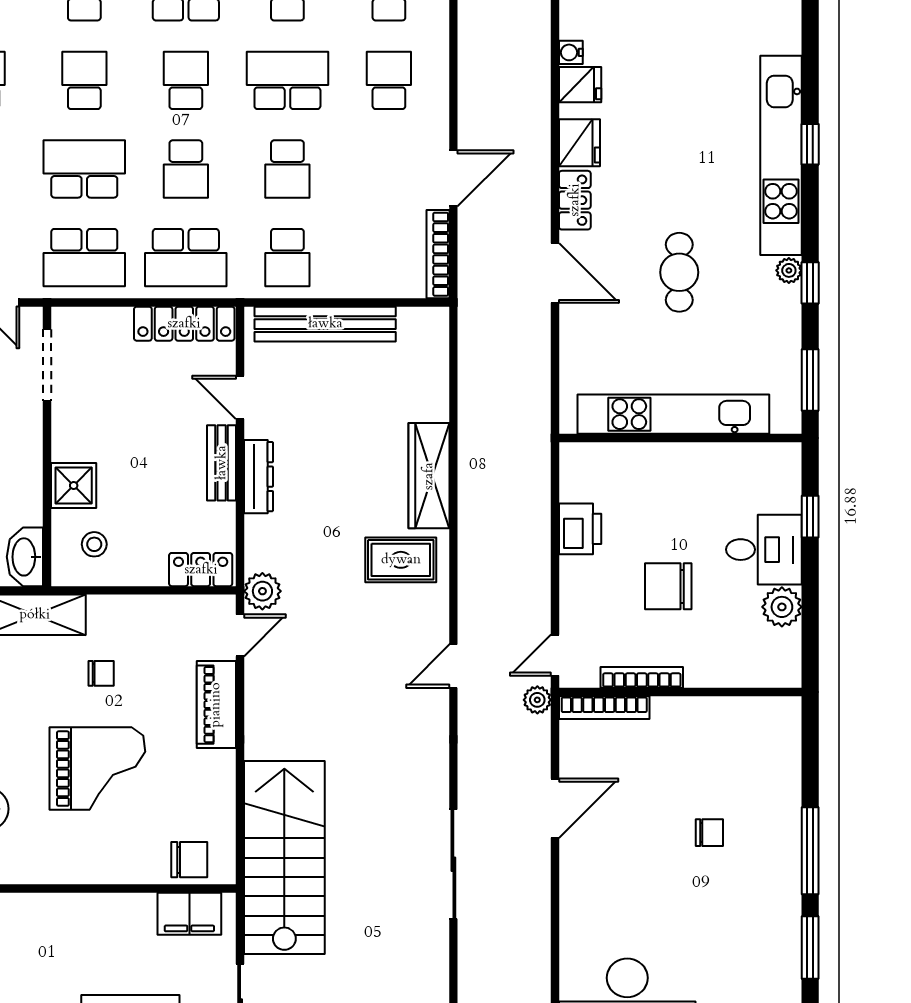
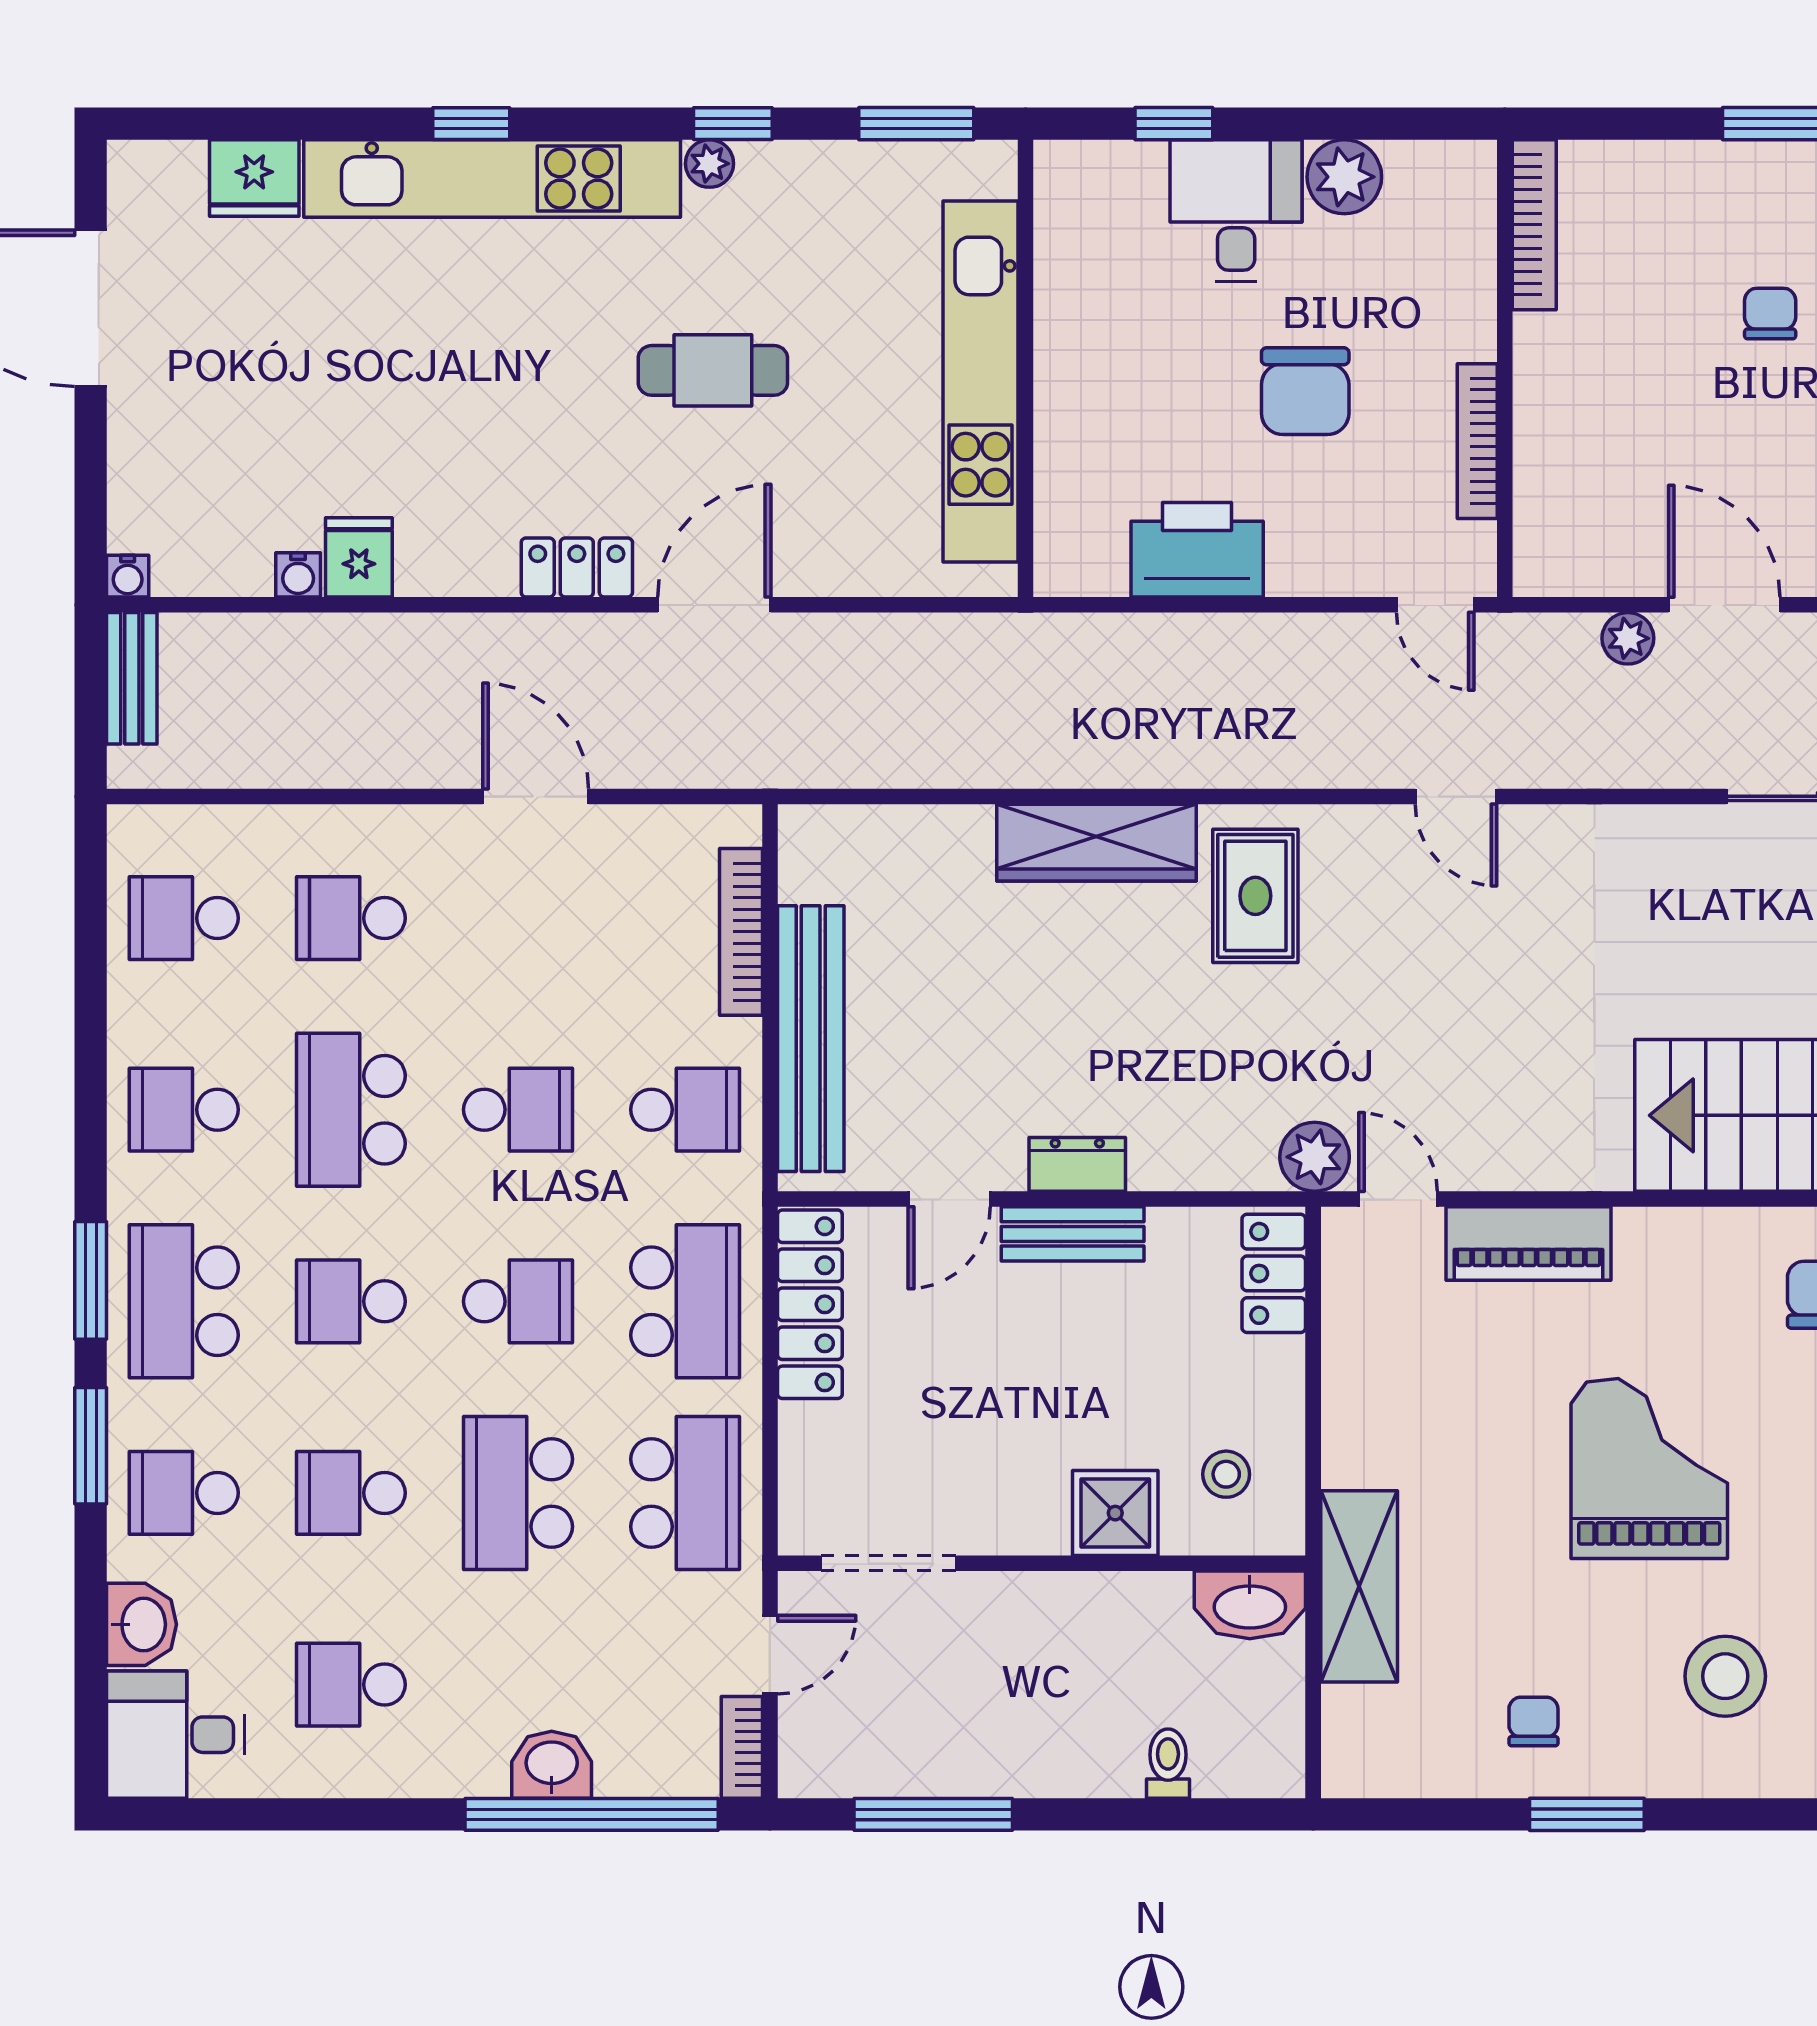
fridge: (579, 143) -> (254, 178), moved, turned 180
bookcase: (438, 254) -> (741, 932), moved, turned 90
dresser: (258, 477) -> (1077, 1164), width x0.70
printer: (580, 529) -> (1197, 550), width x1.37, depth x1.19
chair: (101, 673) -> (1470, 1461), removed
plant: (537, 700) -> (1628, 638), moved
bookcase: (604, 708) -> (1534, 225), moved

